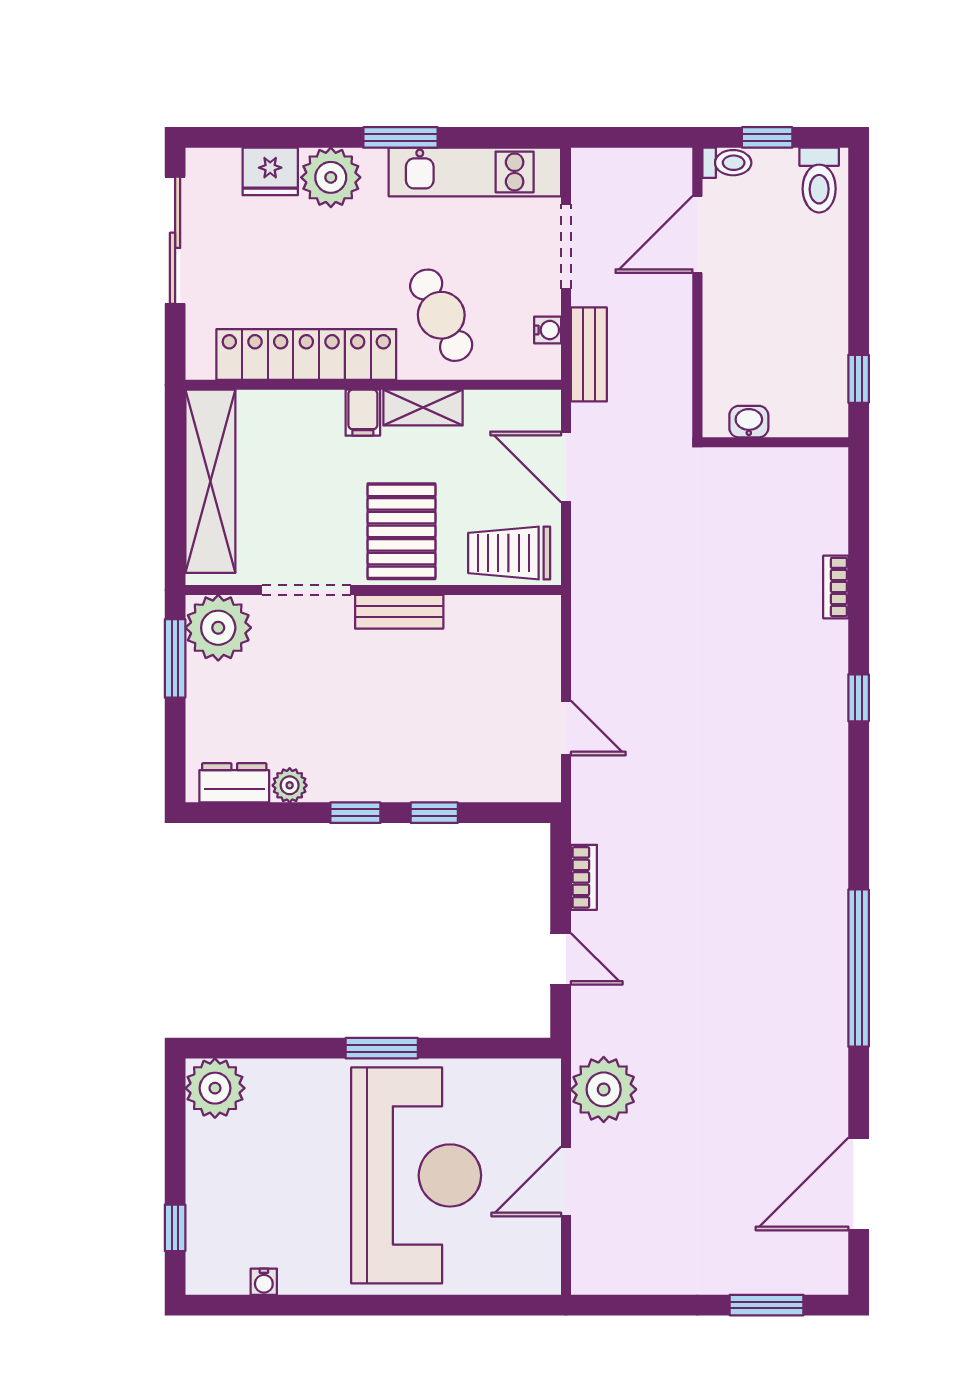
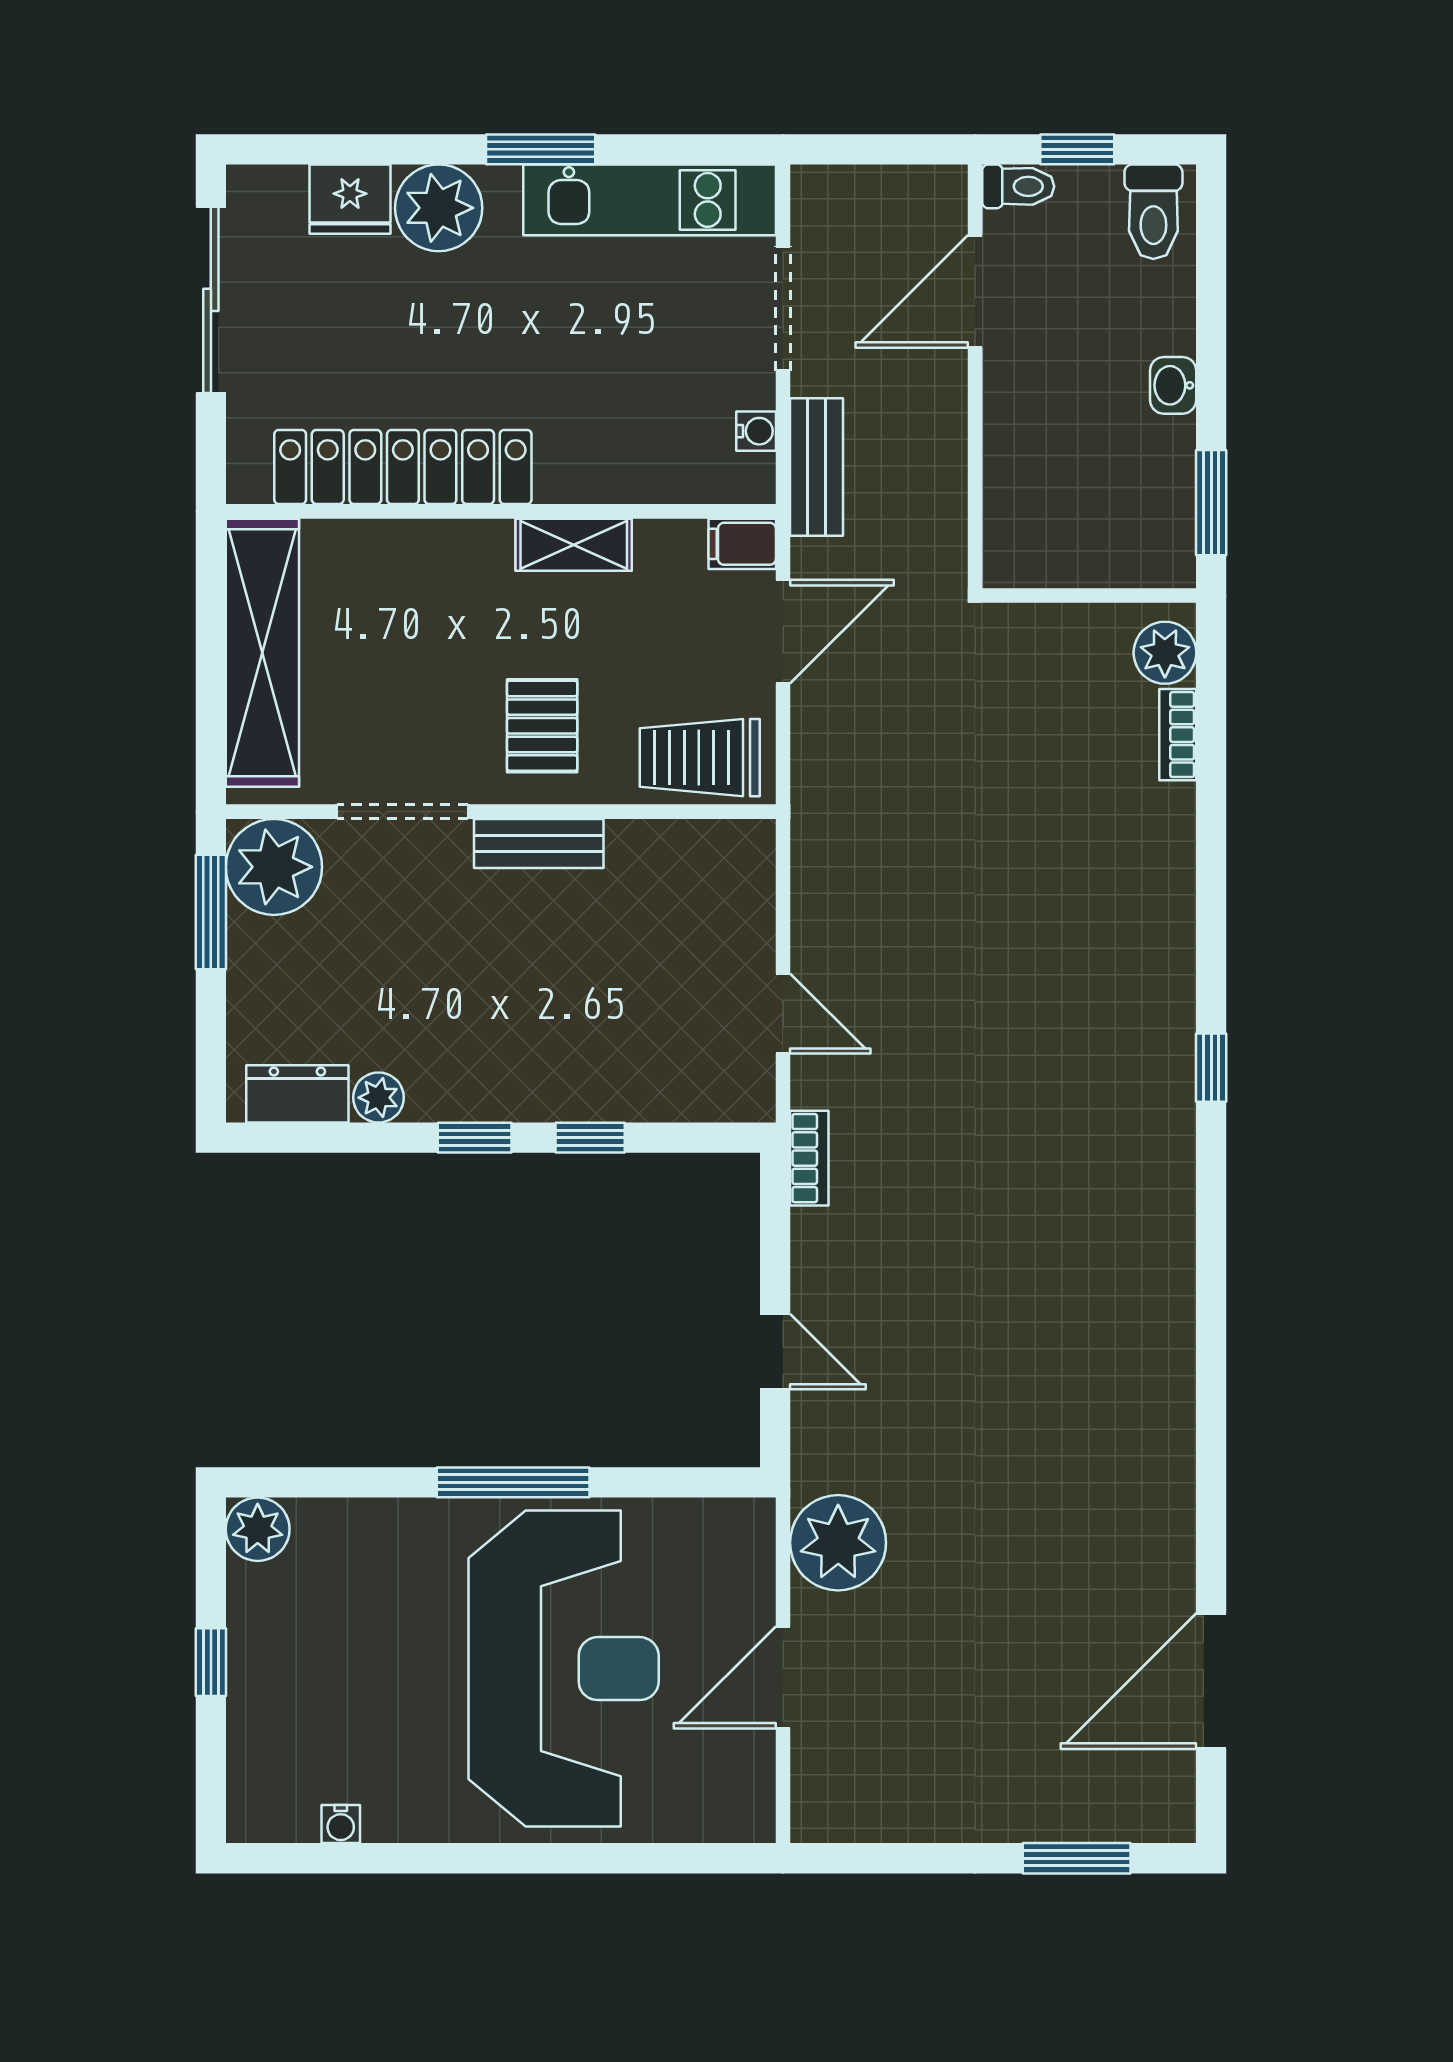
cafe table: (441, 315) -> (600, 410), removed
window: (859, 379) -> (1211, 503), width x1.50
filing cabinet: (363, 413) -> (742, 544), moved, turned 90
washbasin: (749, 422) -> (1173, 385), moved, turned -90
door: (566, 467) -> (783, 632), swing flipped
plant: (827, 481) -> (1165, 653), added
pallet: (401, 531) -> (542, 726), width x0.67, depth x0.71
bookcase: (836, 587) -> (1178, 735), moved
window: (859, 698) -> (1211, 1068), moved
bookcase: (584, 877) -> (809, 1158), moved
window: (859, 968) -> (1211, 1365), removed
window: (382, 1048) -> (513, 1482), width x1.44
plant: (215, 1088) -> (258, 1529), width x0.73, depth x0.73
window: (175, 1228) -> (211, 1662), moved

